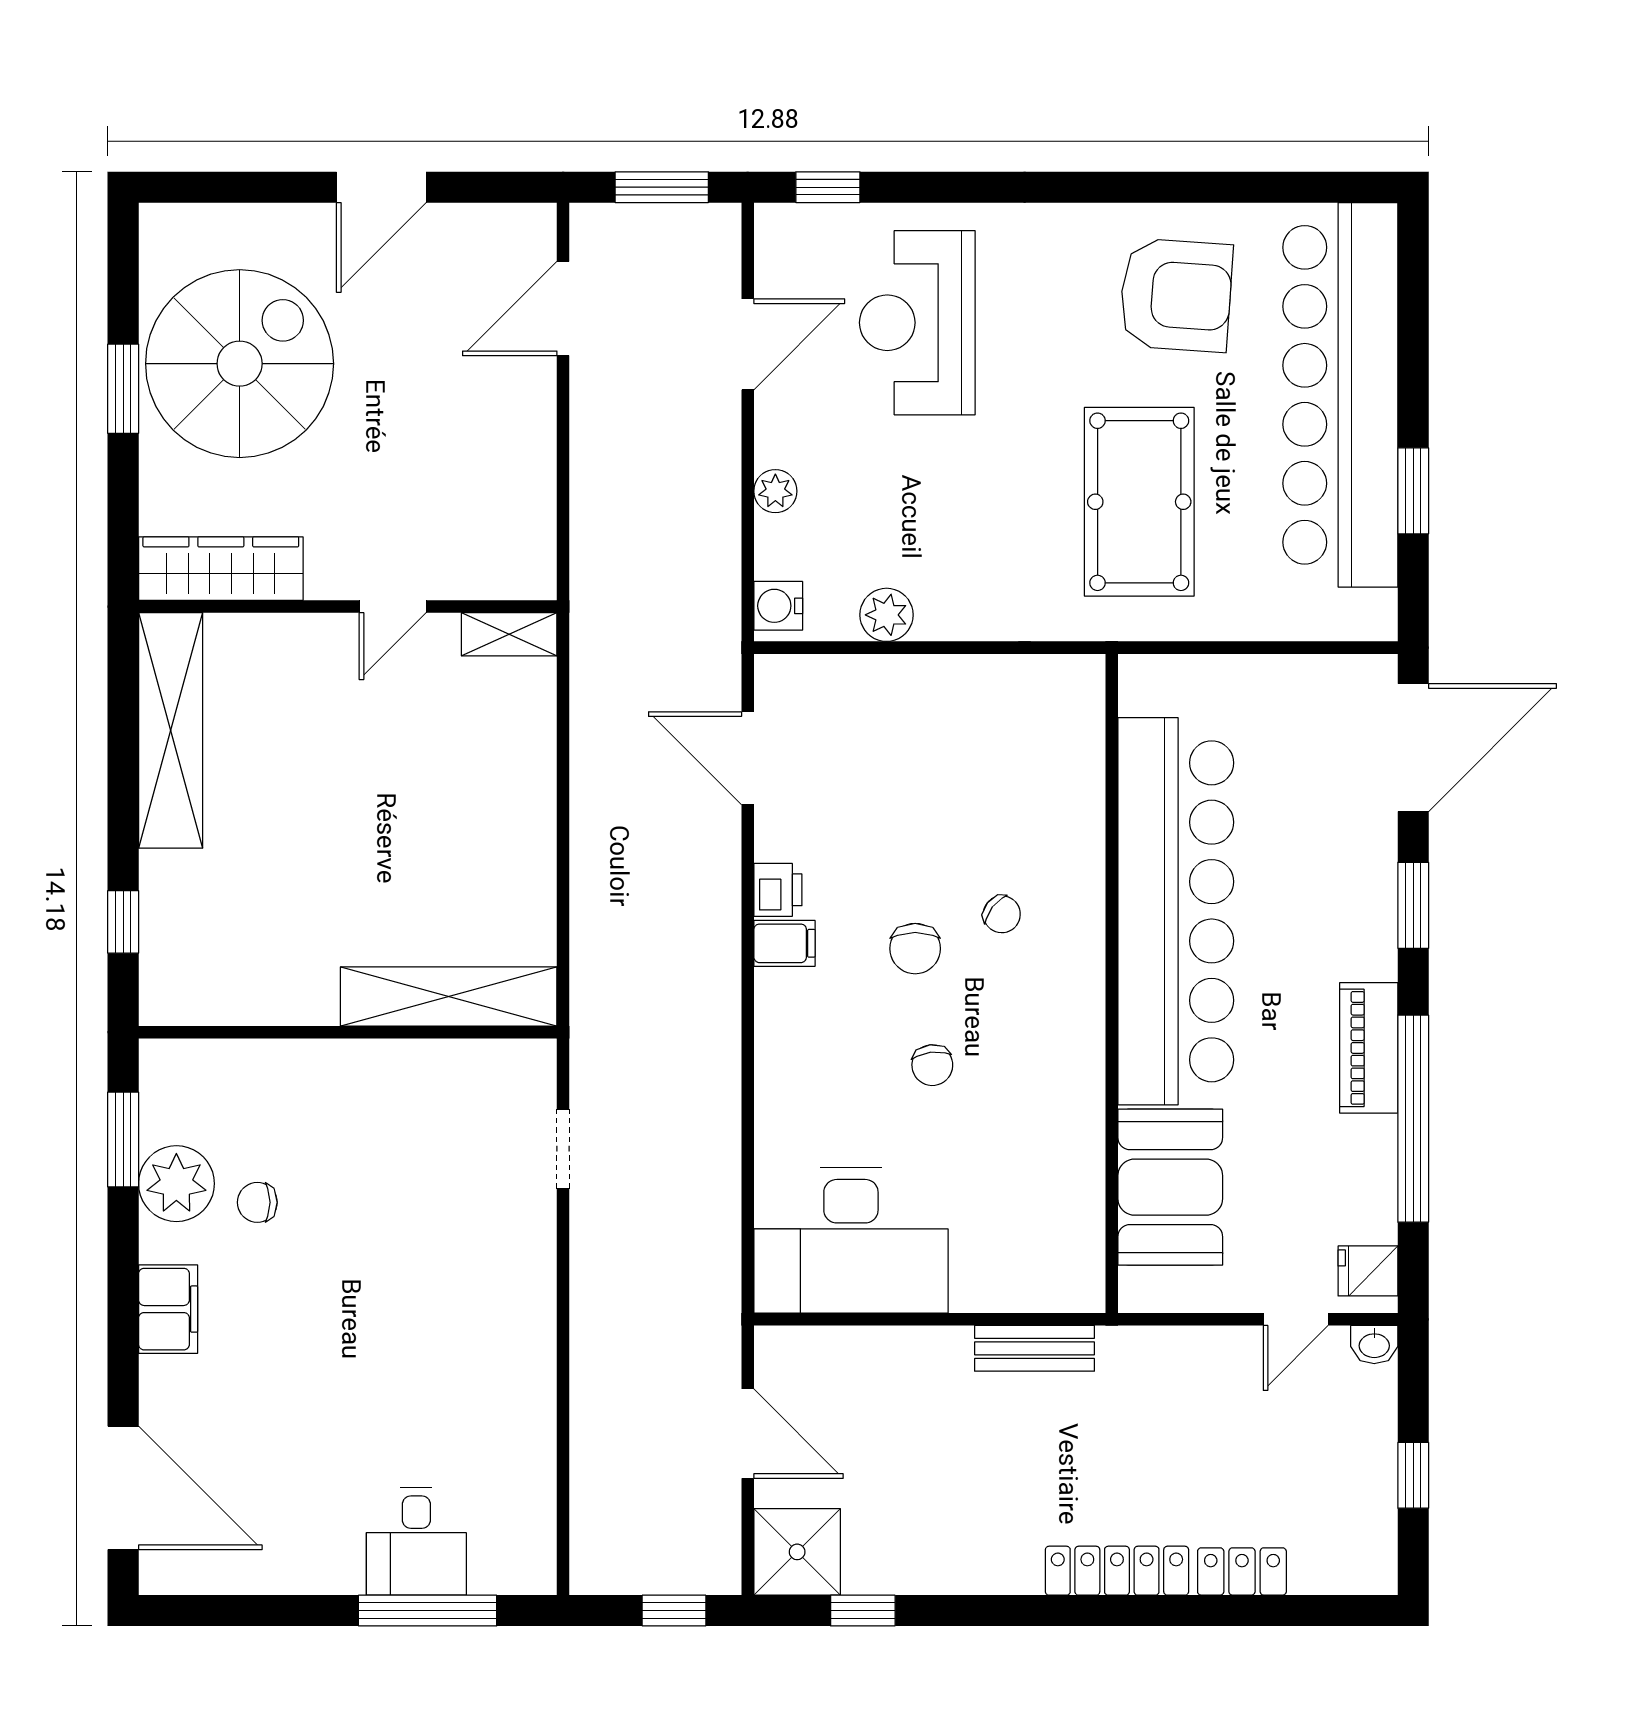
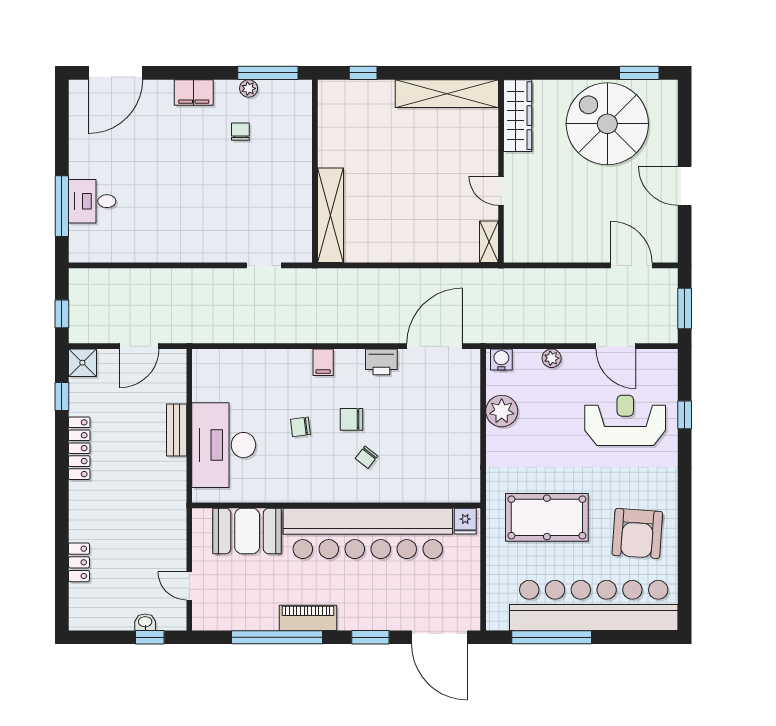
window: (828, 187) -> (685, 415), moved
spiral stairs: (240, 364) -> (607, 124), turned 180
window: (123, 389) -> (639, 73), moved
window: (1413, 491) -> (552, 637), width x2.11
plant: (887, 615) -> (502, 411), width x1.36, depth x1.36
door: (748, 758) -> (435, 346), width x1.36
printer: (778, 890) -> (381, 362), width x1.36, depth x1.24
filing cabinet: (784, 943) -> (323, 362), moved
window: (123, 1139) -> (268, 73), width x1.44
plant: (176, 1184) -> (249, 88), width x0.53, depth x0.53
desk: (851, 1240) -> (224, 445), moved
fridge: (1368, 1271) -> (465, 521), moved, turned 180
washbasin: (1374, 1345) -> (145, 622), moved, turned 90
bench: (1035, 1348) -> (177, 430), moved
window: (1413, 1475) -> (150, 637), moved
shower: (797, 1552) -> (82, 363), width x0.73, depth x0.73
locker: (1117, 1571) -> (79, 448), moved

